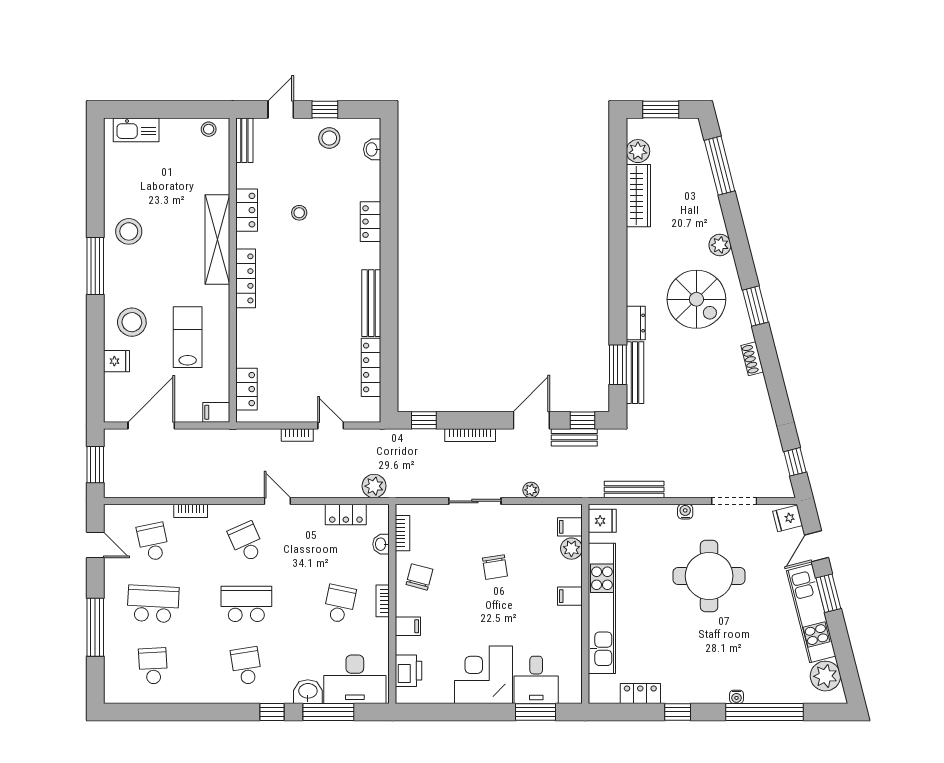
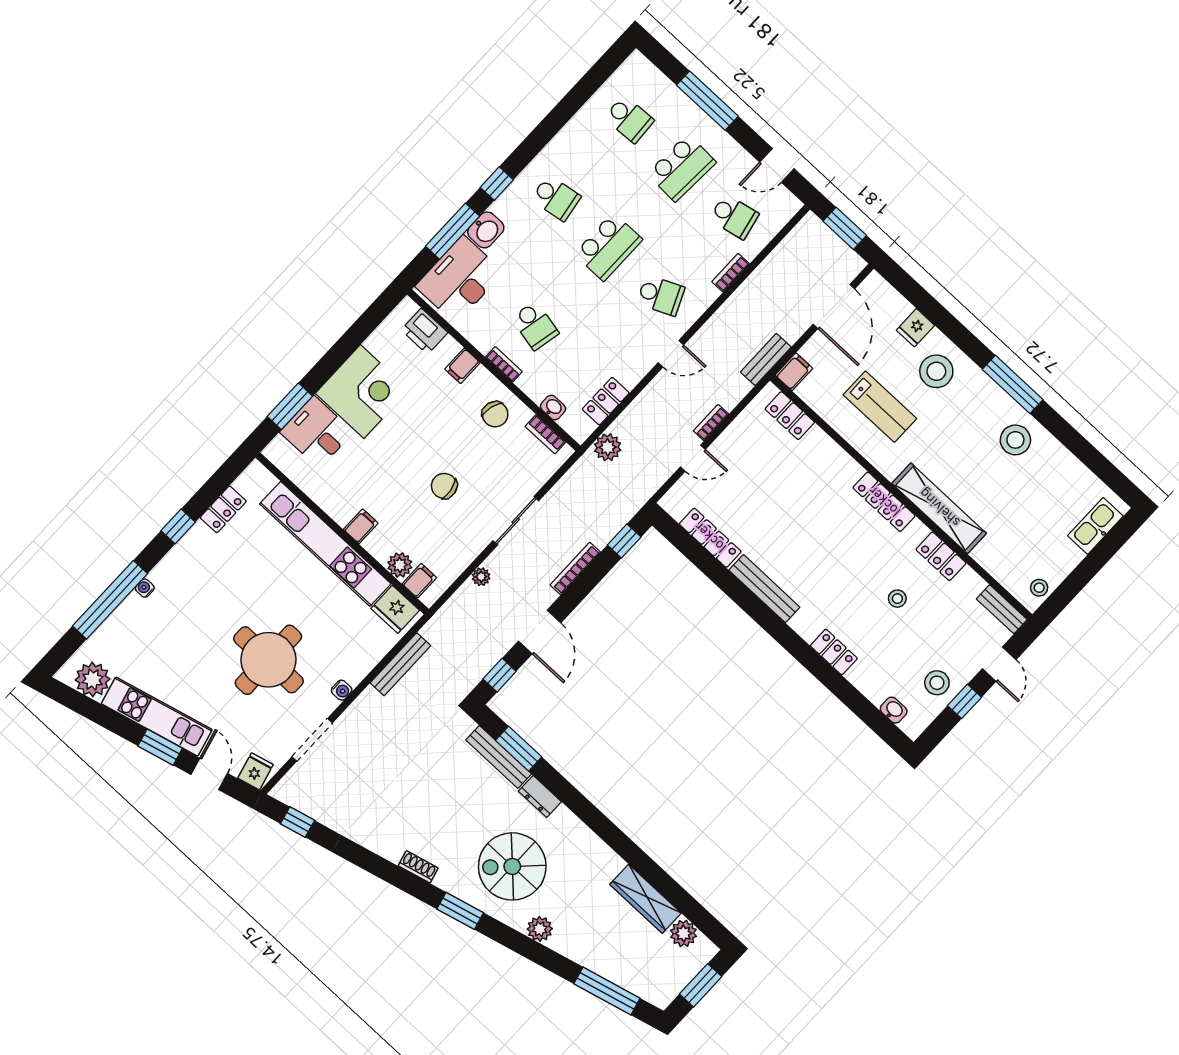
bench: (574, 437) -> (766, 360), moved
fridge: (602, 521) -> (395, 609), width x1.38

